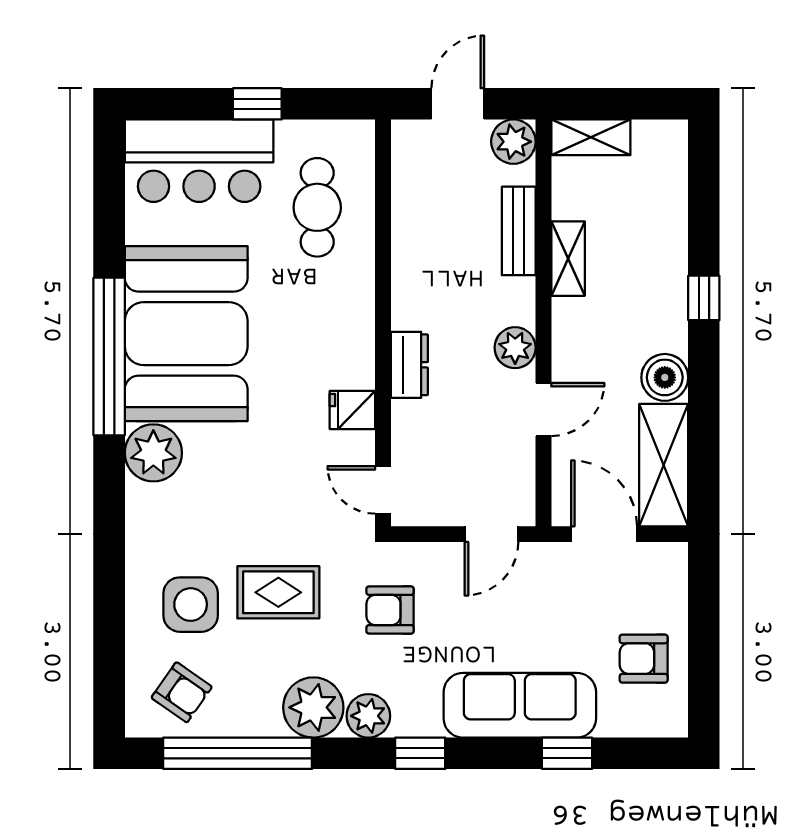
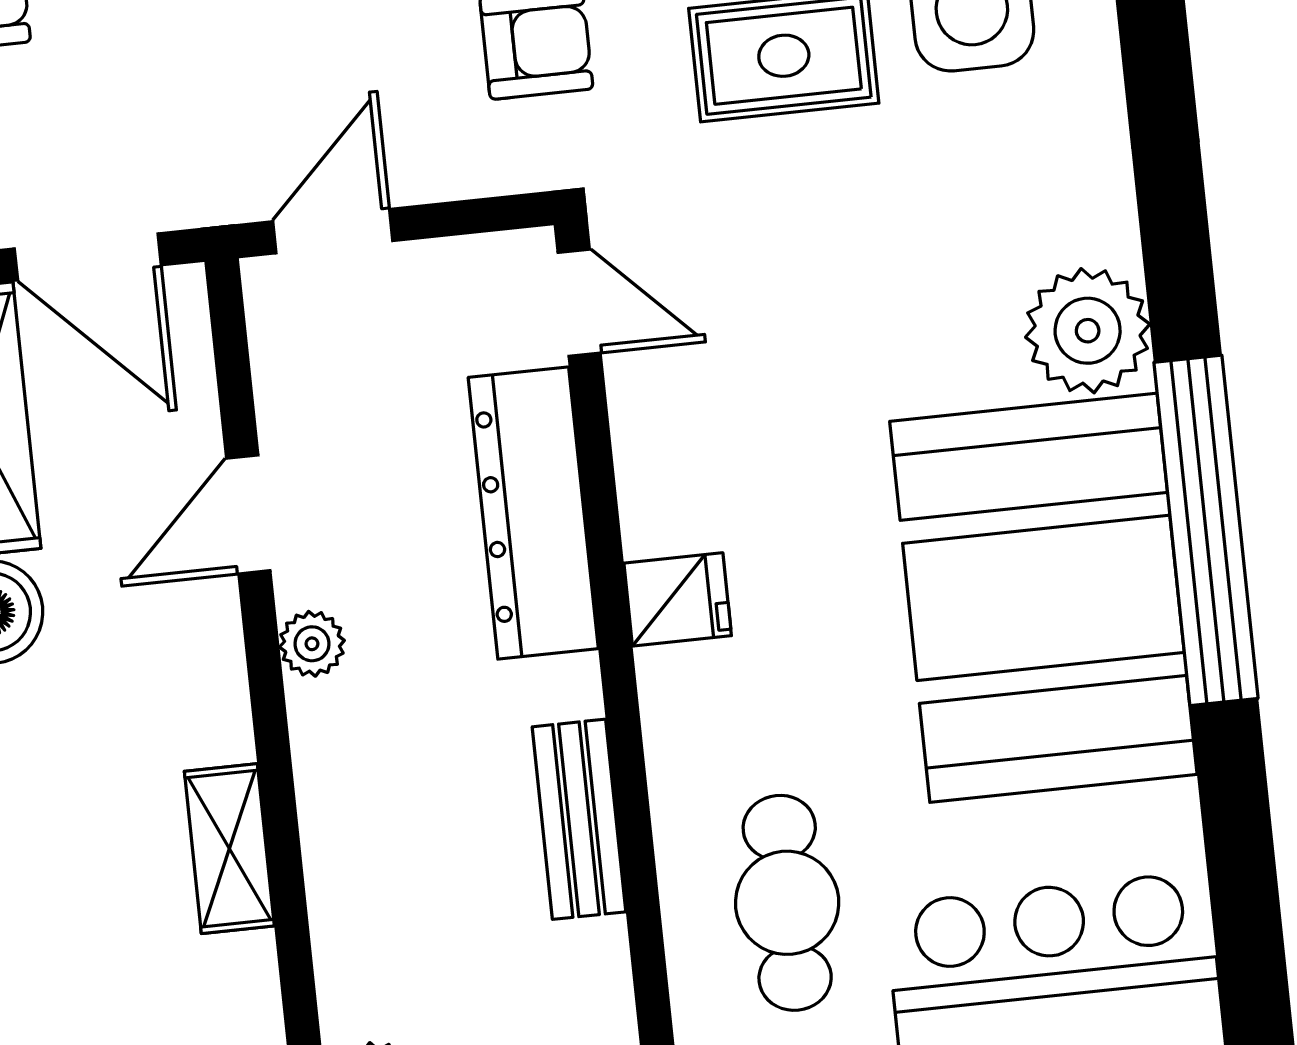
bench: (519, 231) -> (579, 819), moved
plant: (515, 348) -> (312, 644), width x0.73, depth x0.73
dresser: (409, 365) -> (533, 513), width x1.96, depth x1.24
fridge: (352, 410) -> (678, 599), moved

